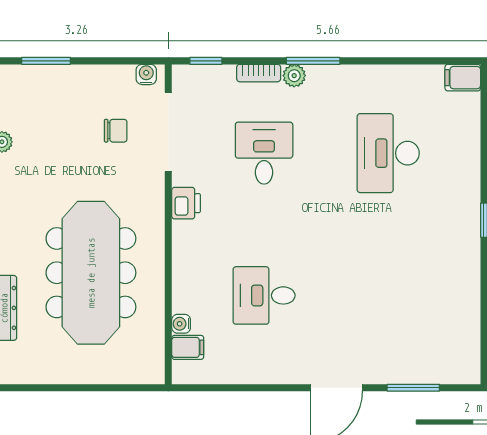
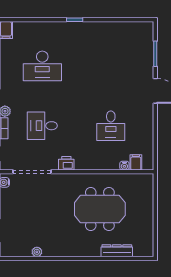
chair: (116, 131) -> (31, 197), removed
meeting table: (91, 273) -> (100, 209), width x0.73

